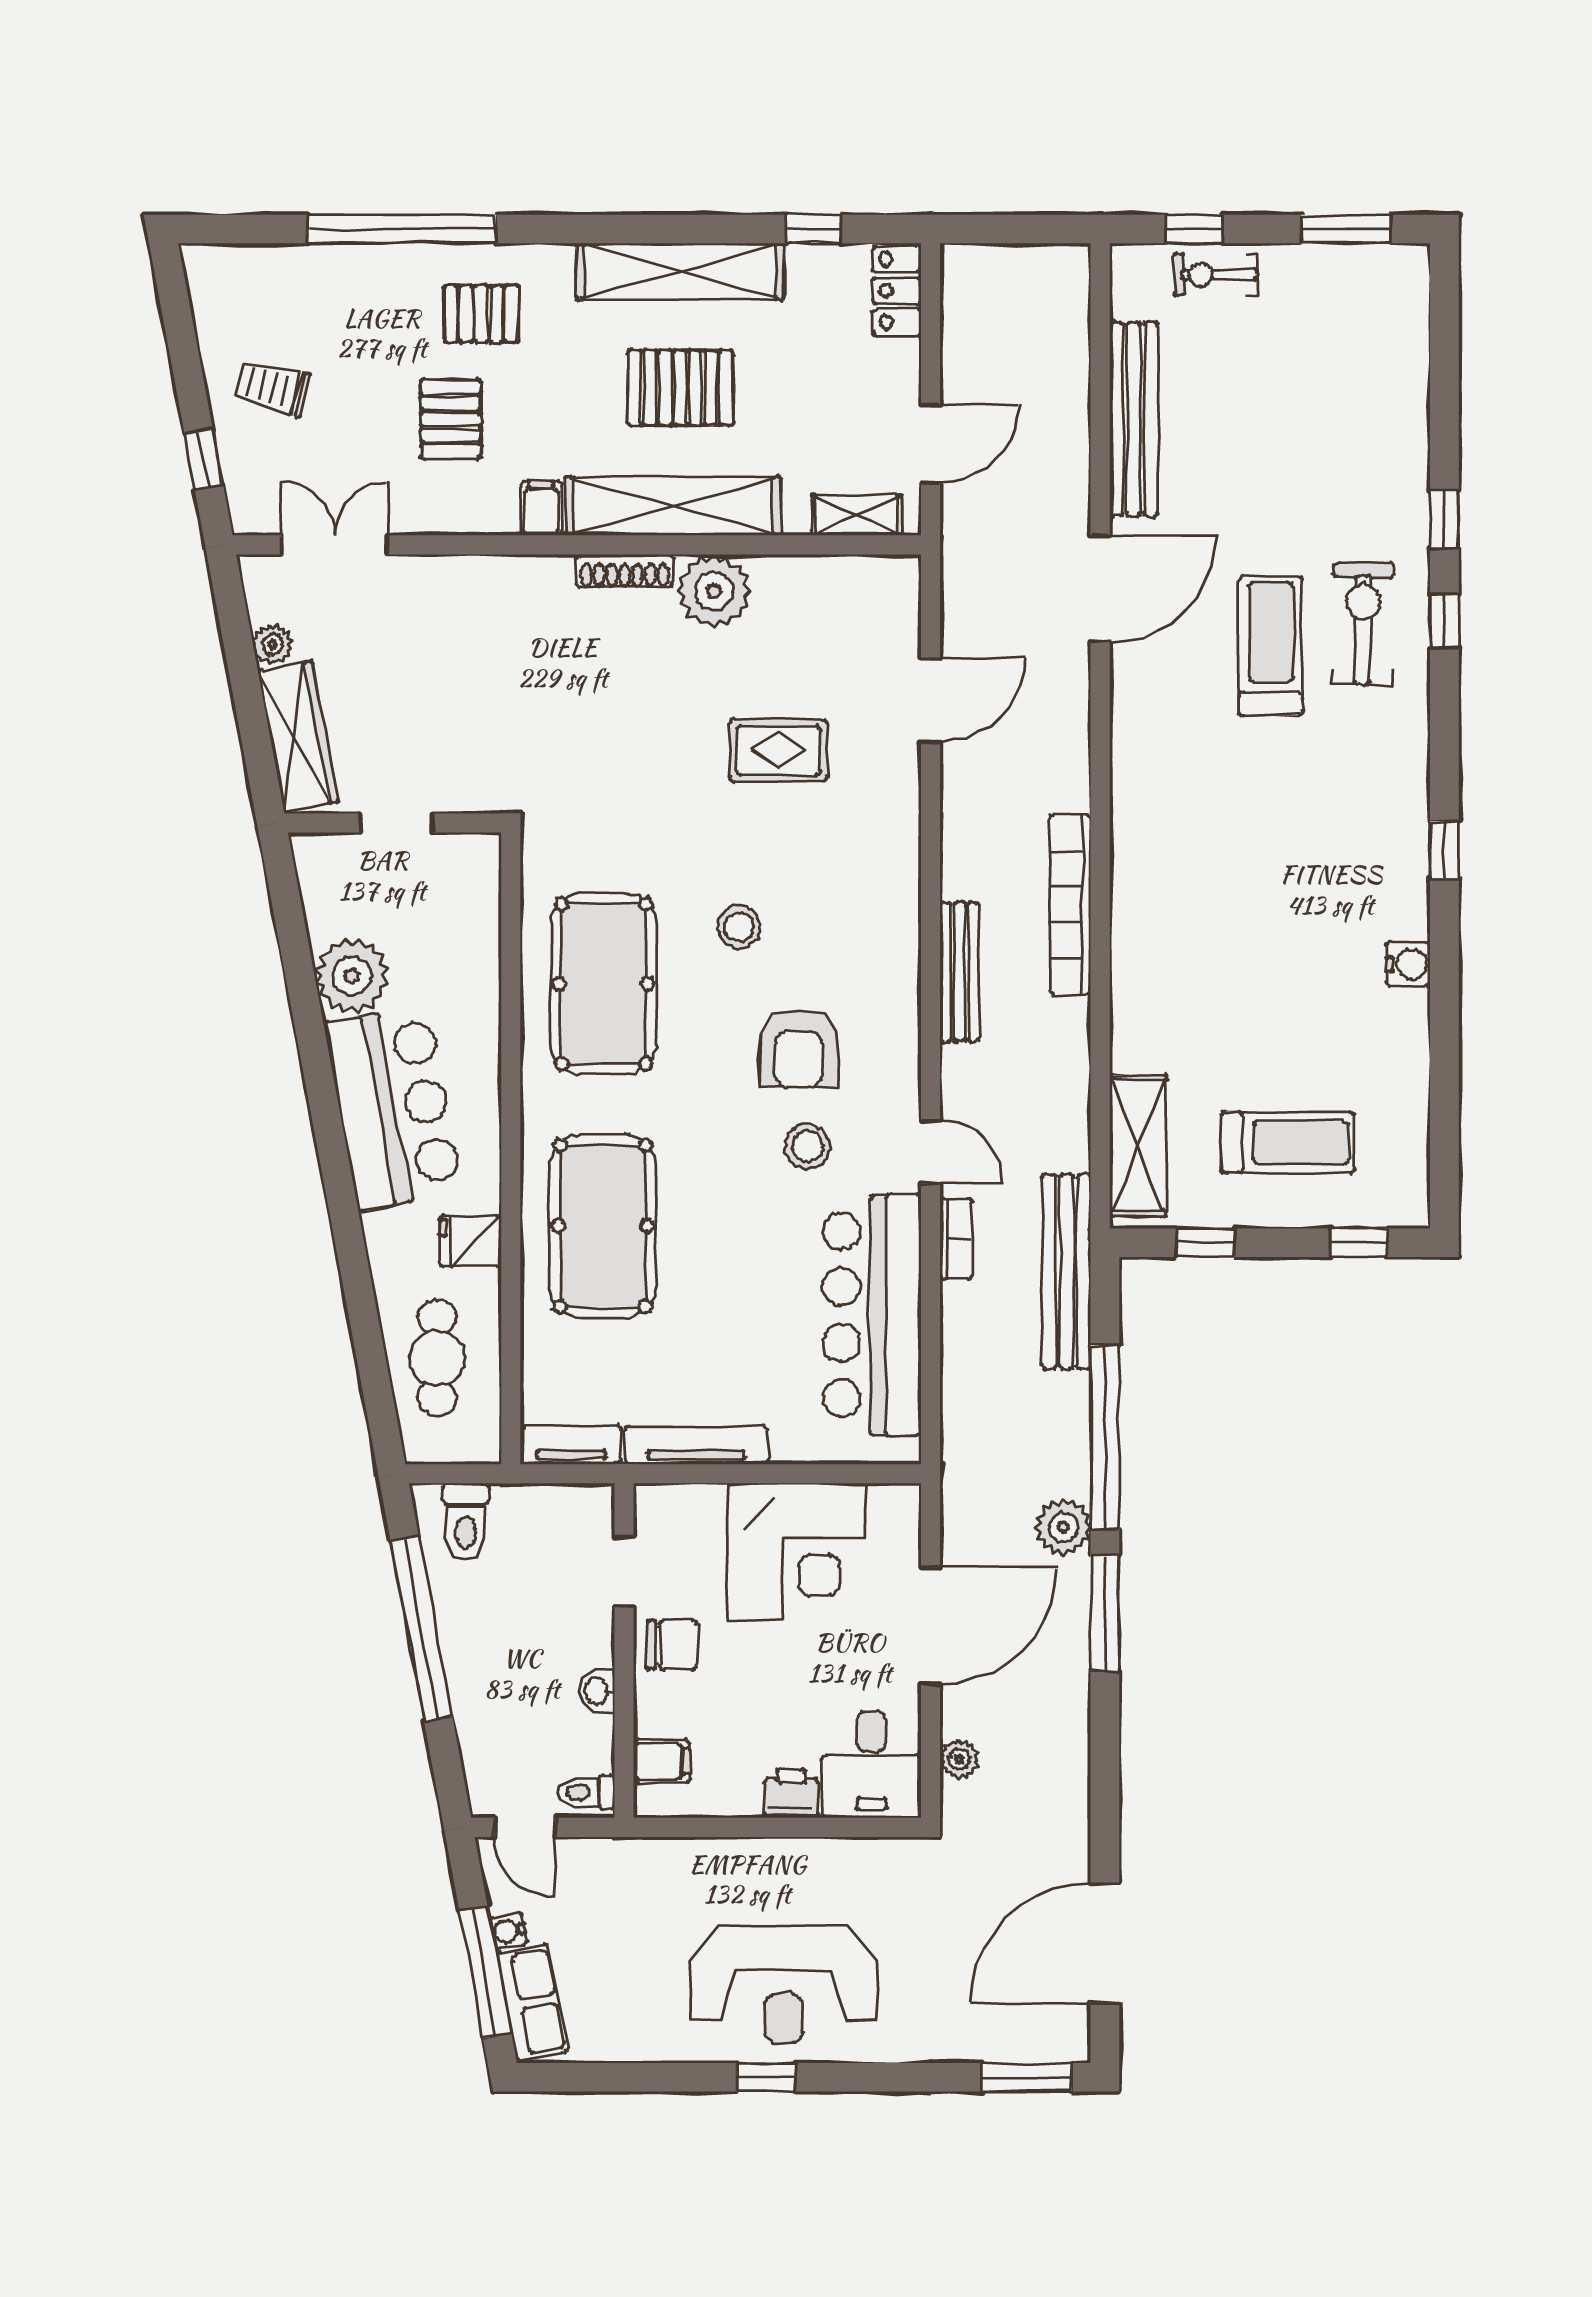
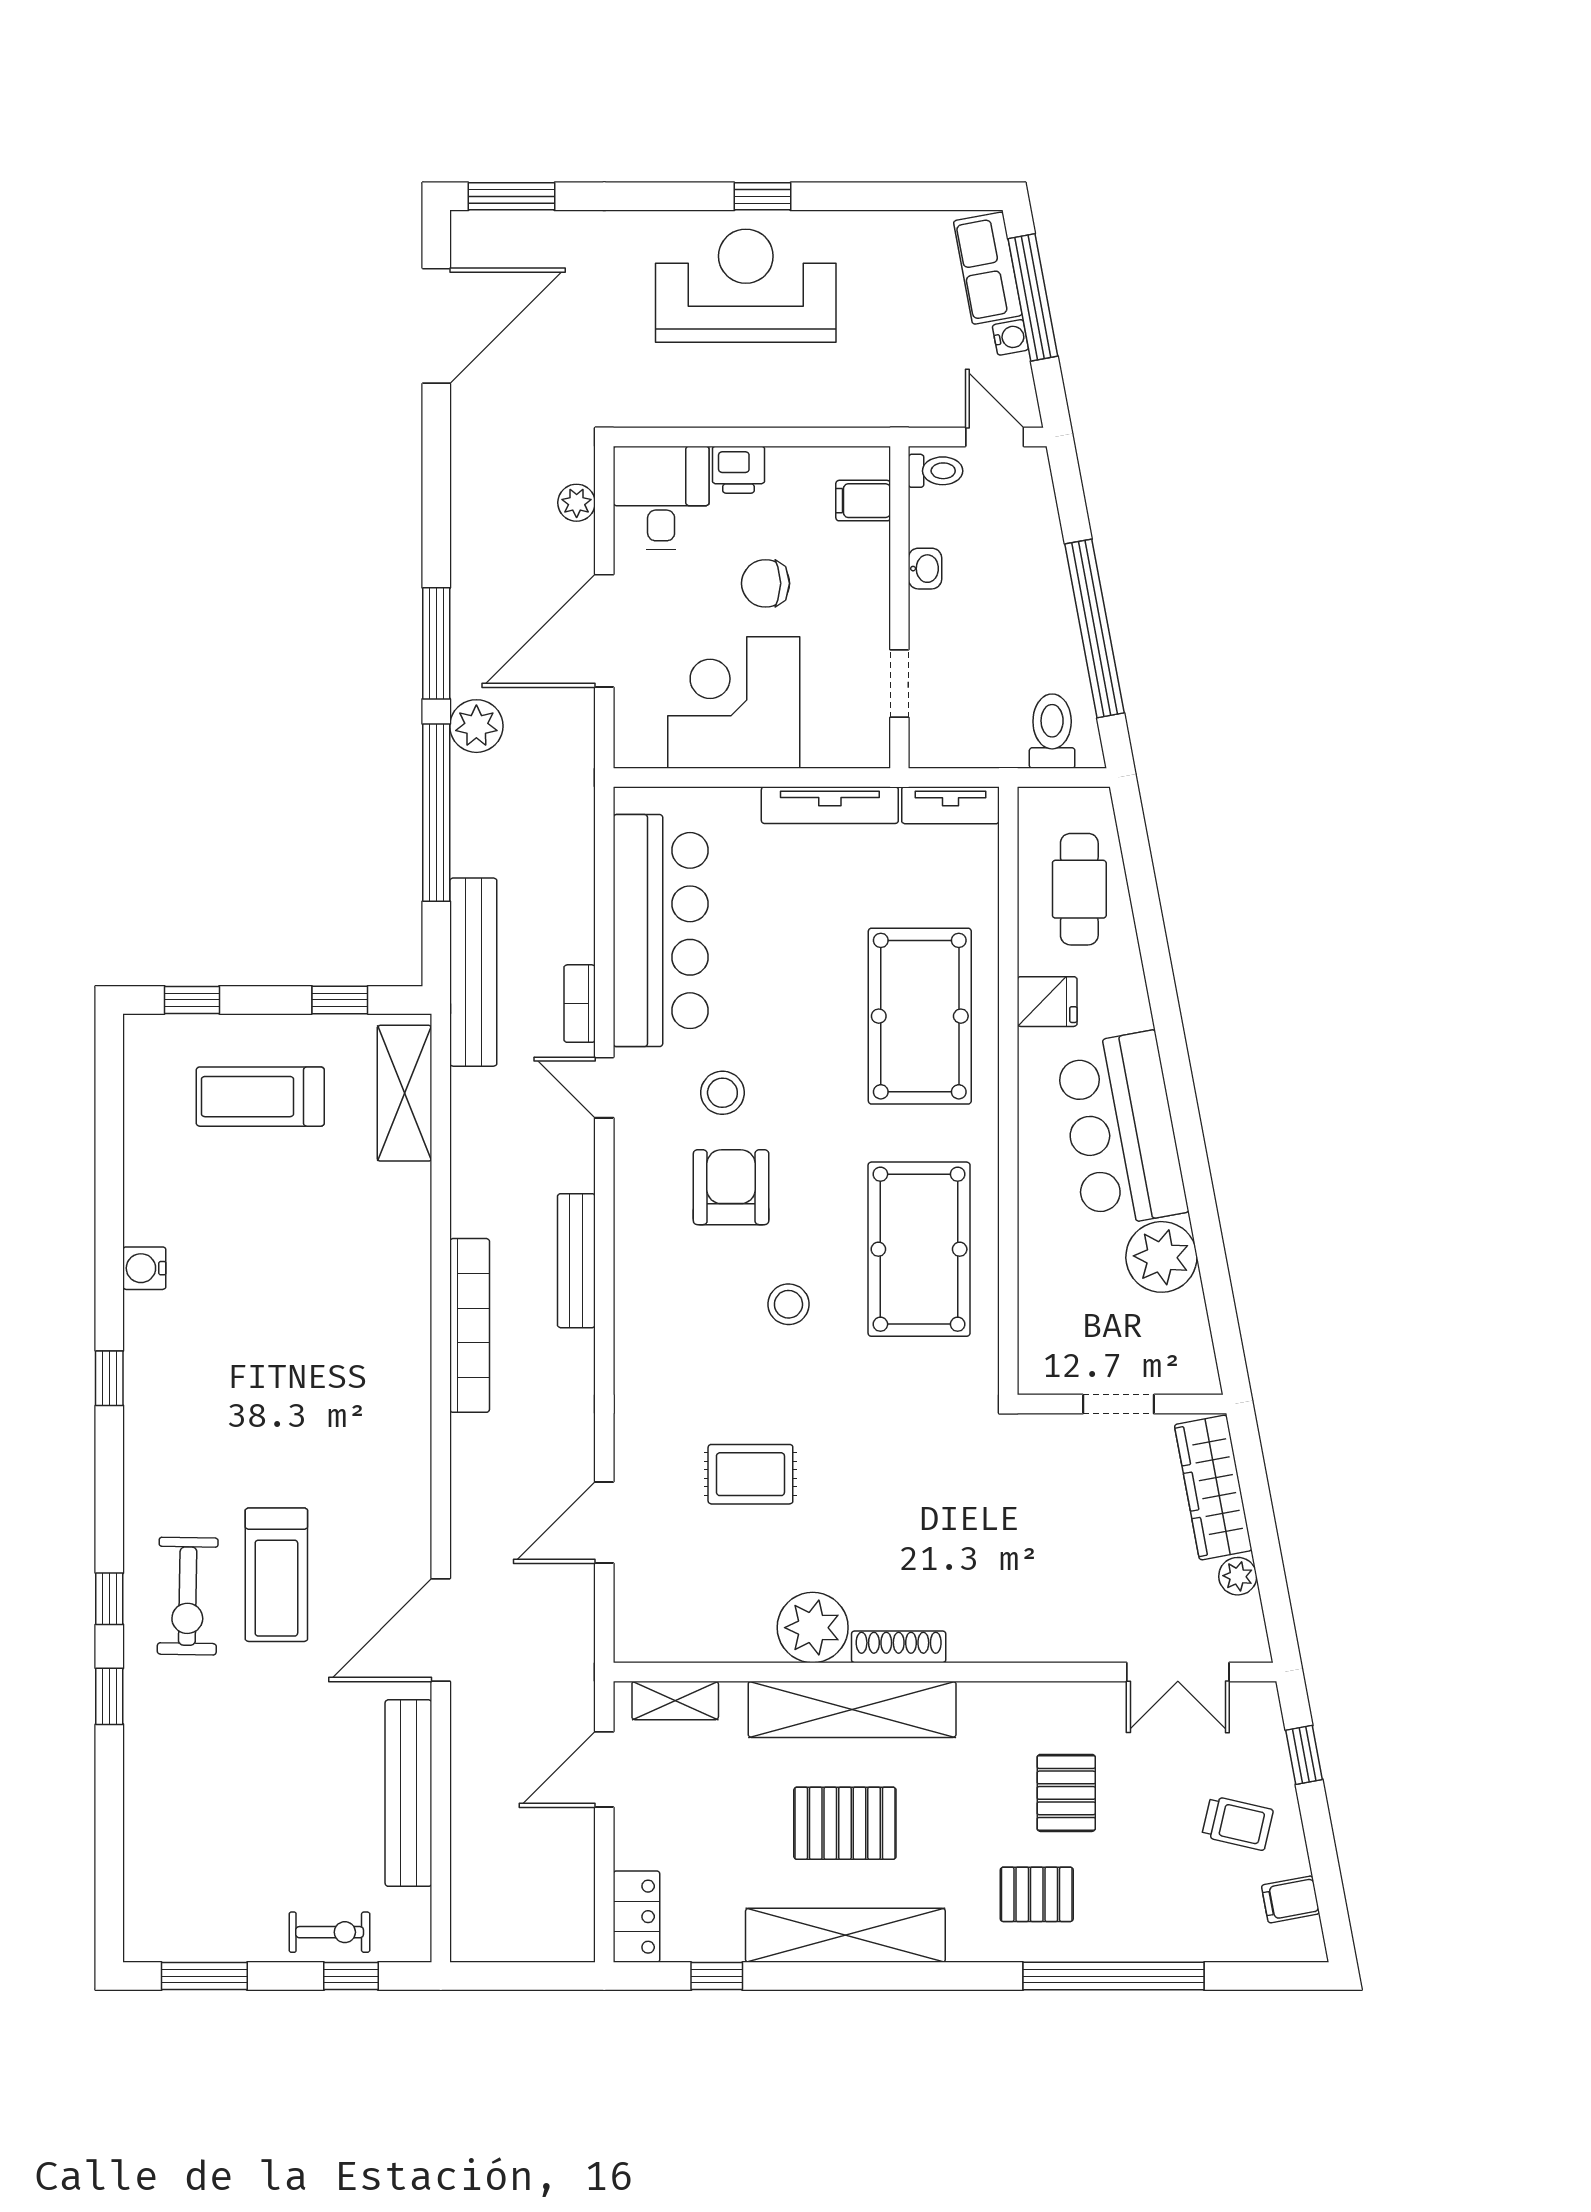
filing cabinet: (541, 508) -> (1291, 1899), moved, turned 79
chair: (672, 1645) -> (766, 583), moved

